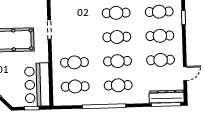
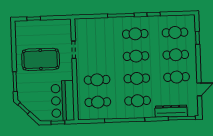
dresser: (167, 97) -> (171, 111), moved

